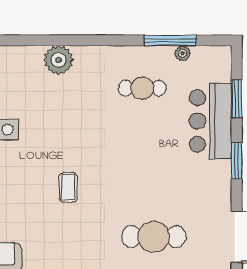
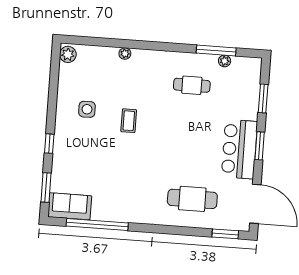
plant: (58, 60) -> (125, 54), width x0.53, depth x0.53
bar counter: (210, 121) -> (239, 149), moved
coffee table: (68, 187) -> (129, 121), moved

